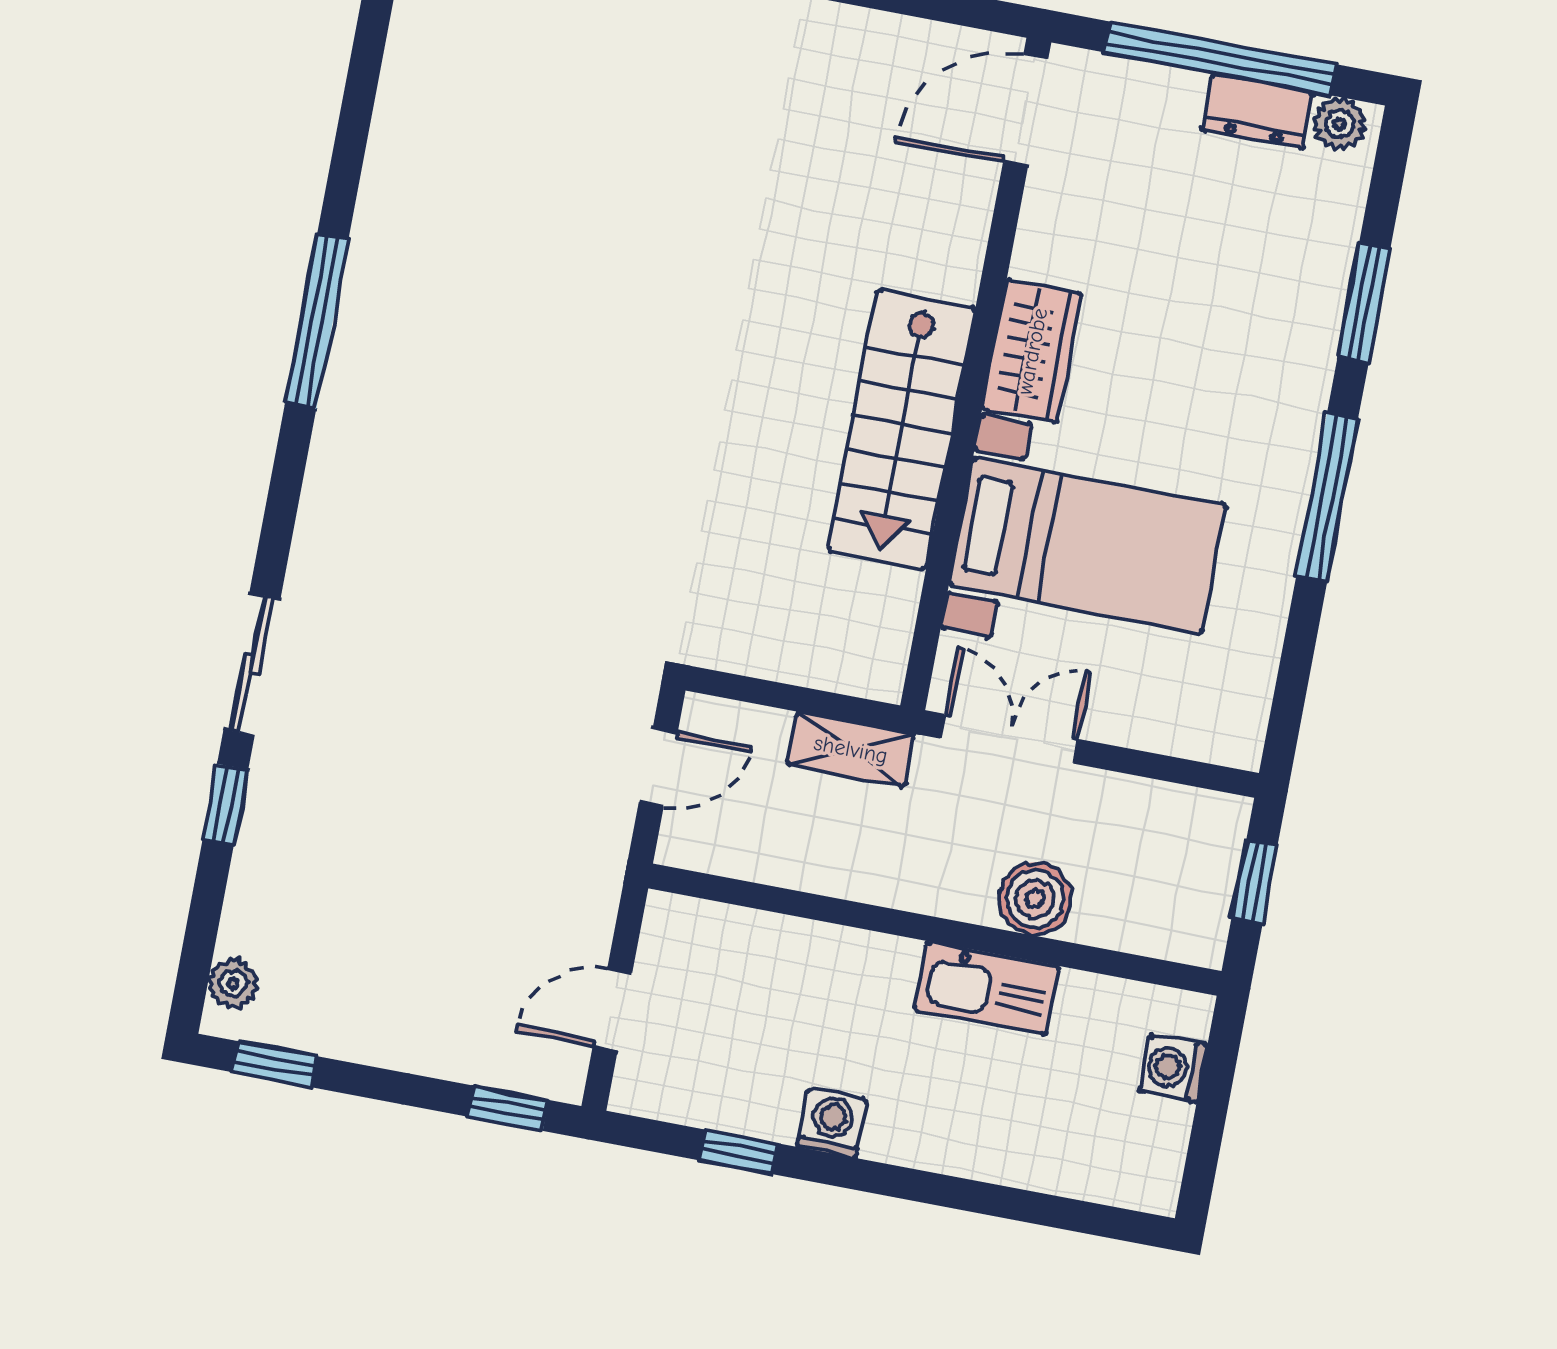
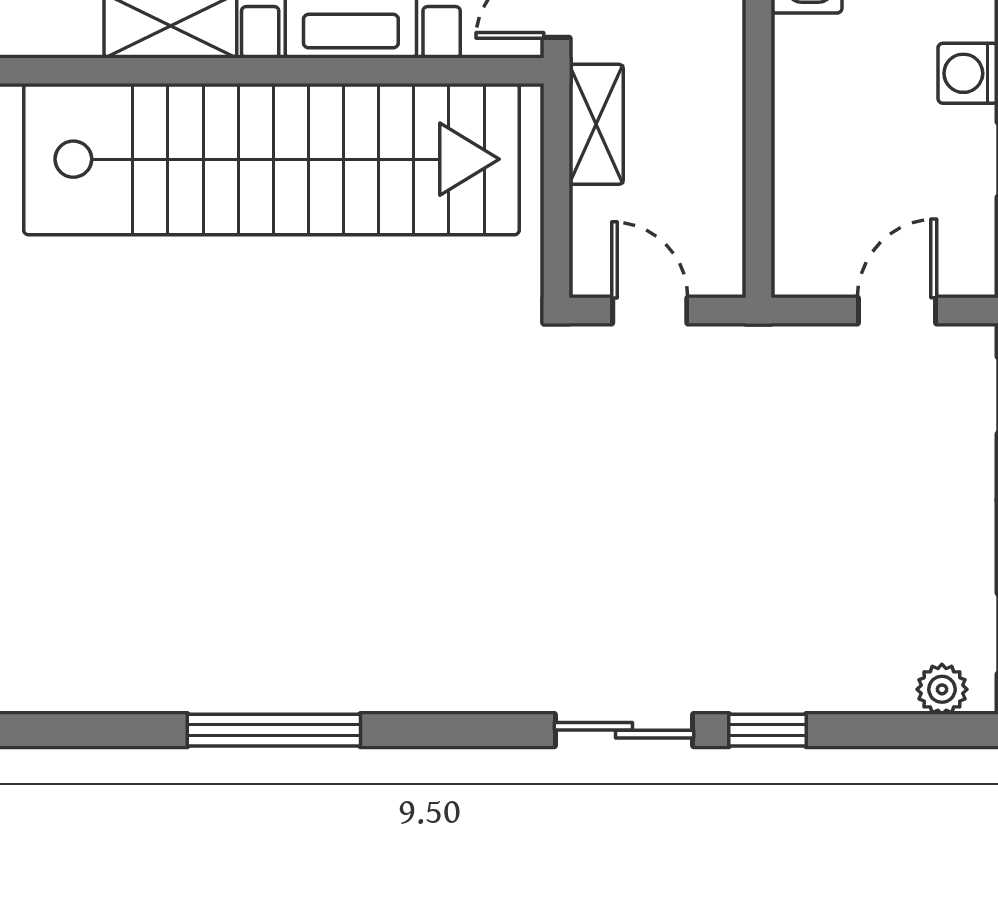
stairs: (902, 429) -> (271, 159), width x1.86, depth x1.51
door: (612, 1009) -> (897, 311), swing flipped

